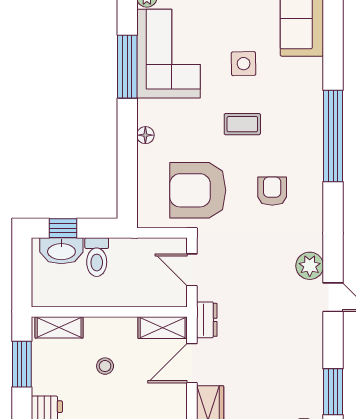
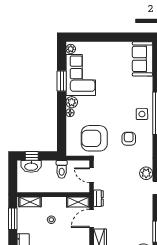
side table: (244, 64) -> (142, 114), moved
window: (127, 67) -> (62, 81), width x0.69
plant: (149, 112) -> (72, 102), added
coffee table: (242, 124) -> (115, 108), removed
toilet: (97, 257) -> (62, 169), moved

